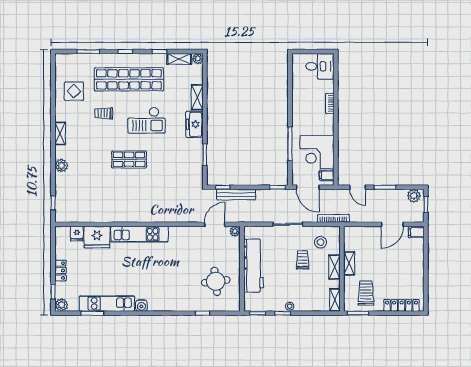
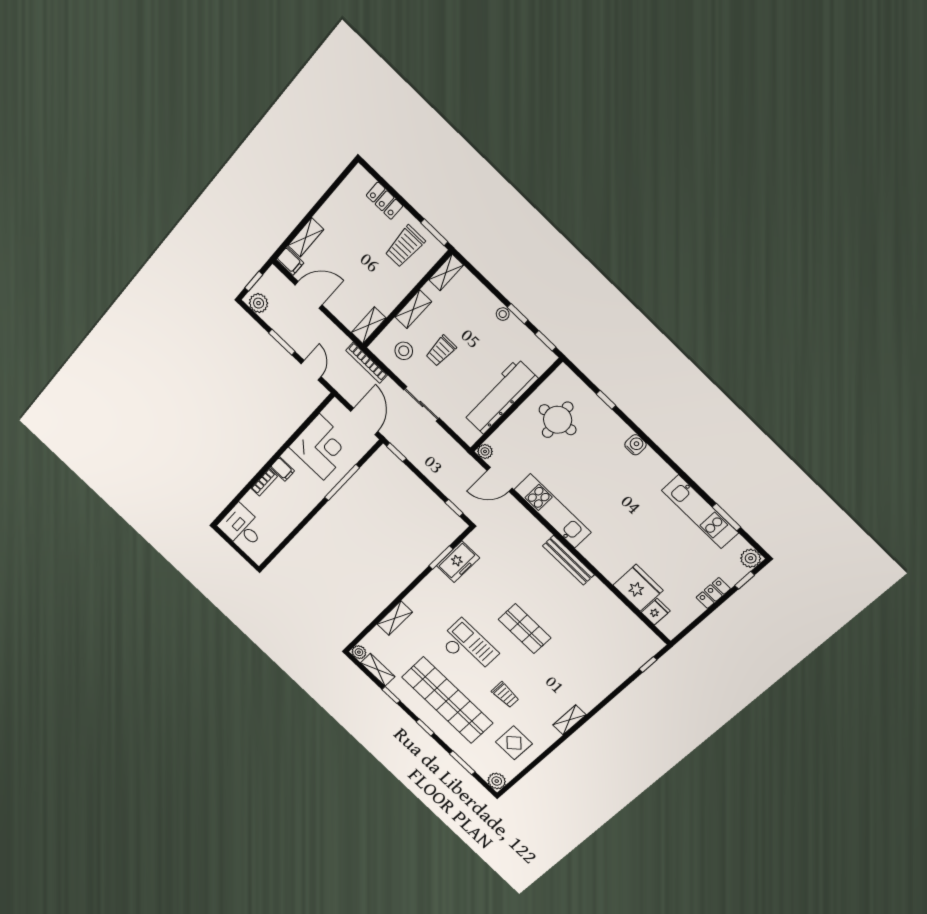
freezer: (194, 124) -> (458, 562), moved
plant: (61, 165) -> (497, 781), moved
filing cabinet: (327, 175) -> (282, 469), moved
bench: (236, 195) -> (568, 560), moved
kitchen unit: (139, 234) -> (553, 511), moved
shelving: (418, 251) -> (306, 237), added
shelving: (349, 263) -> (369, 325), moved
water cooler: (141, 305) -> (635, 445), moved
locker: (401, 305) -> (384, 201), width x0.66

